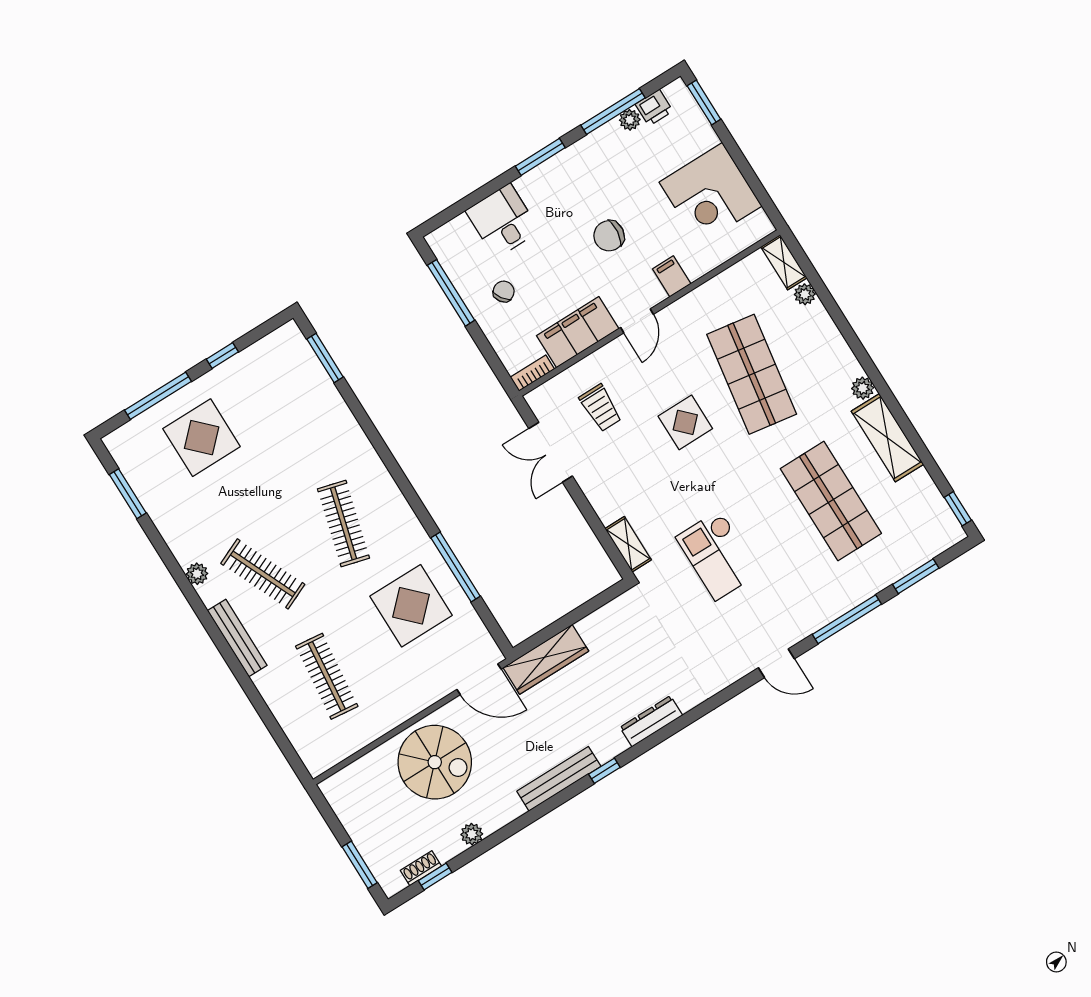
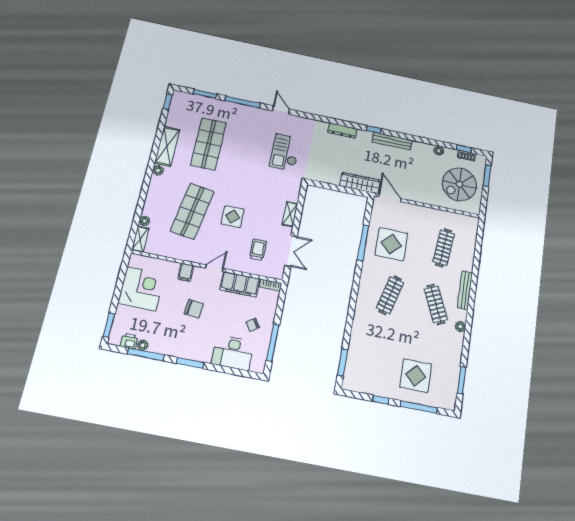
desk: (503, 221) -> (233, 353), width x1.37
shelving: (628, 544) -> (290, 214), moved
checkout: (718, 555) -> (285, 152), moved, turned 180
spiral stairs: (435, 762) -> (459, 184), moved, turned -90

